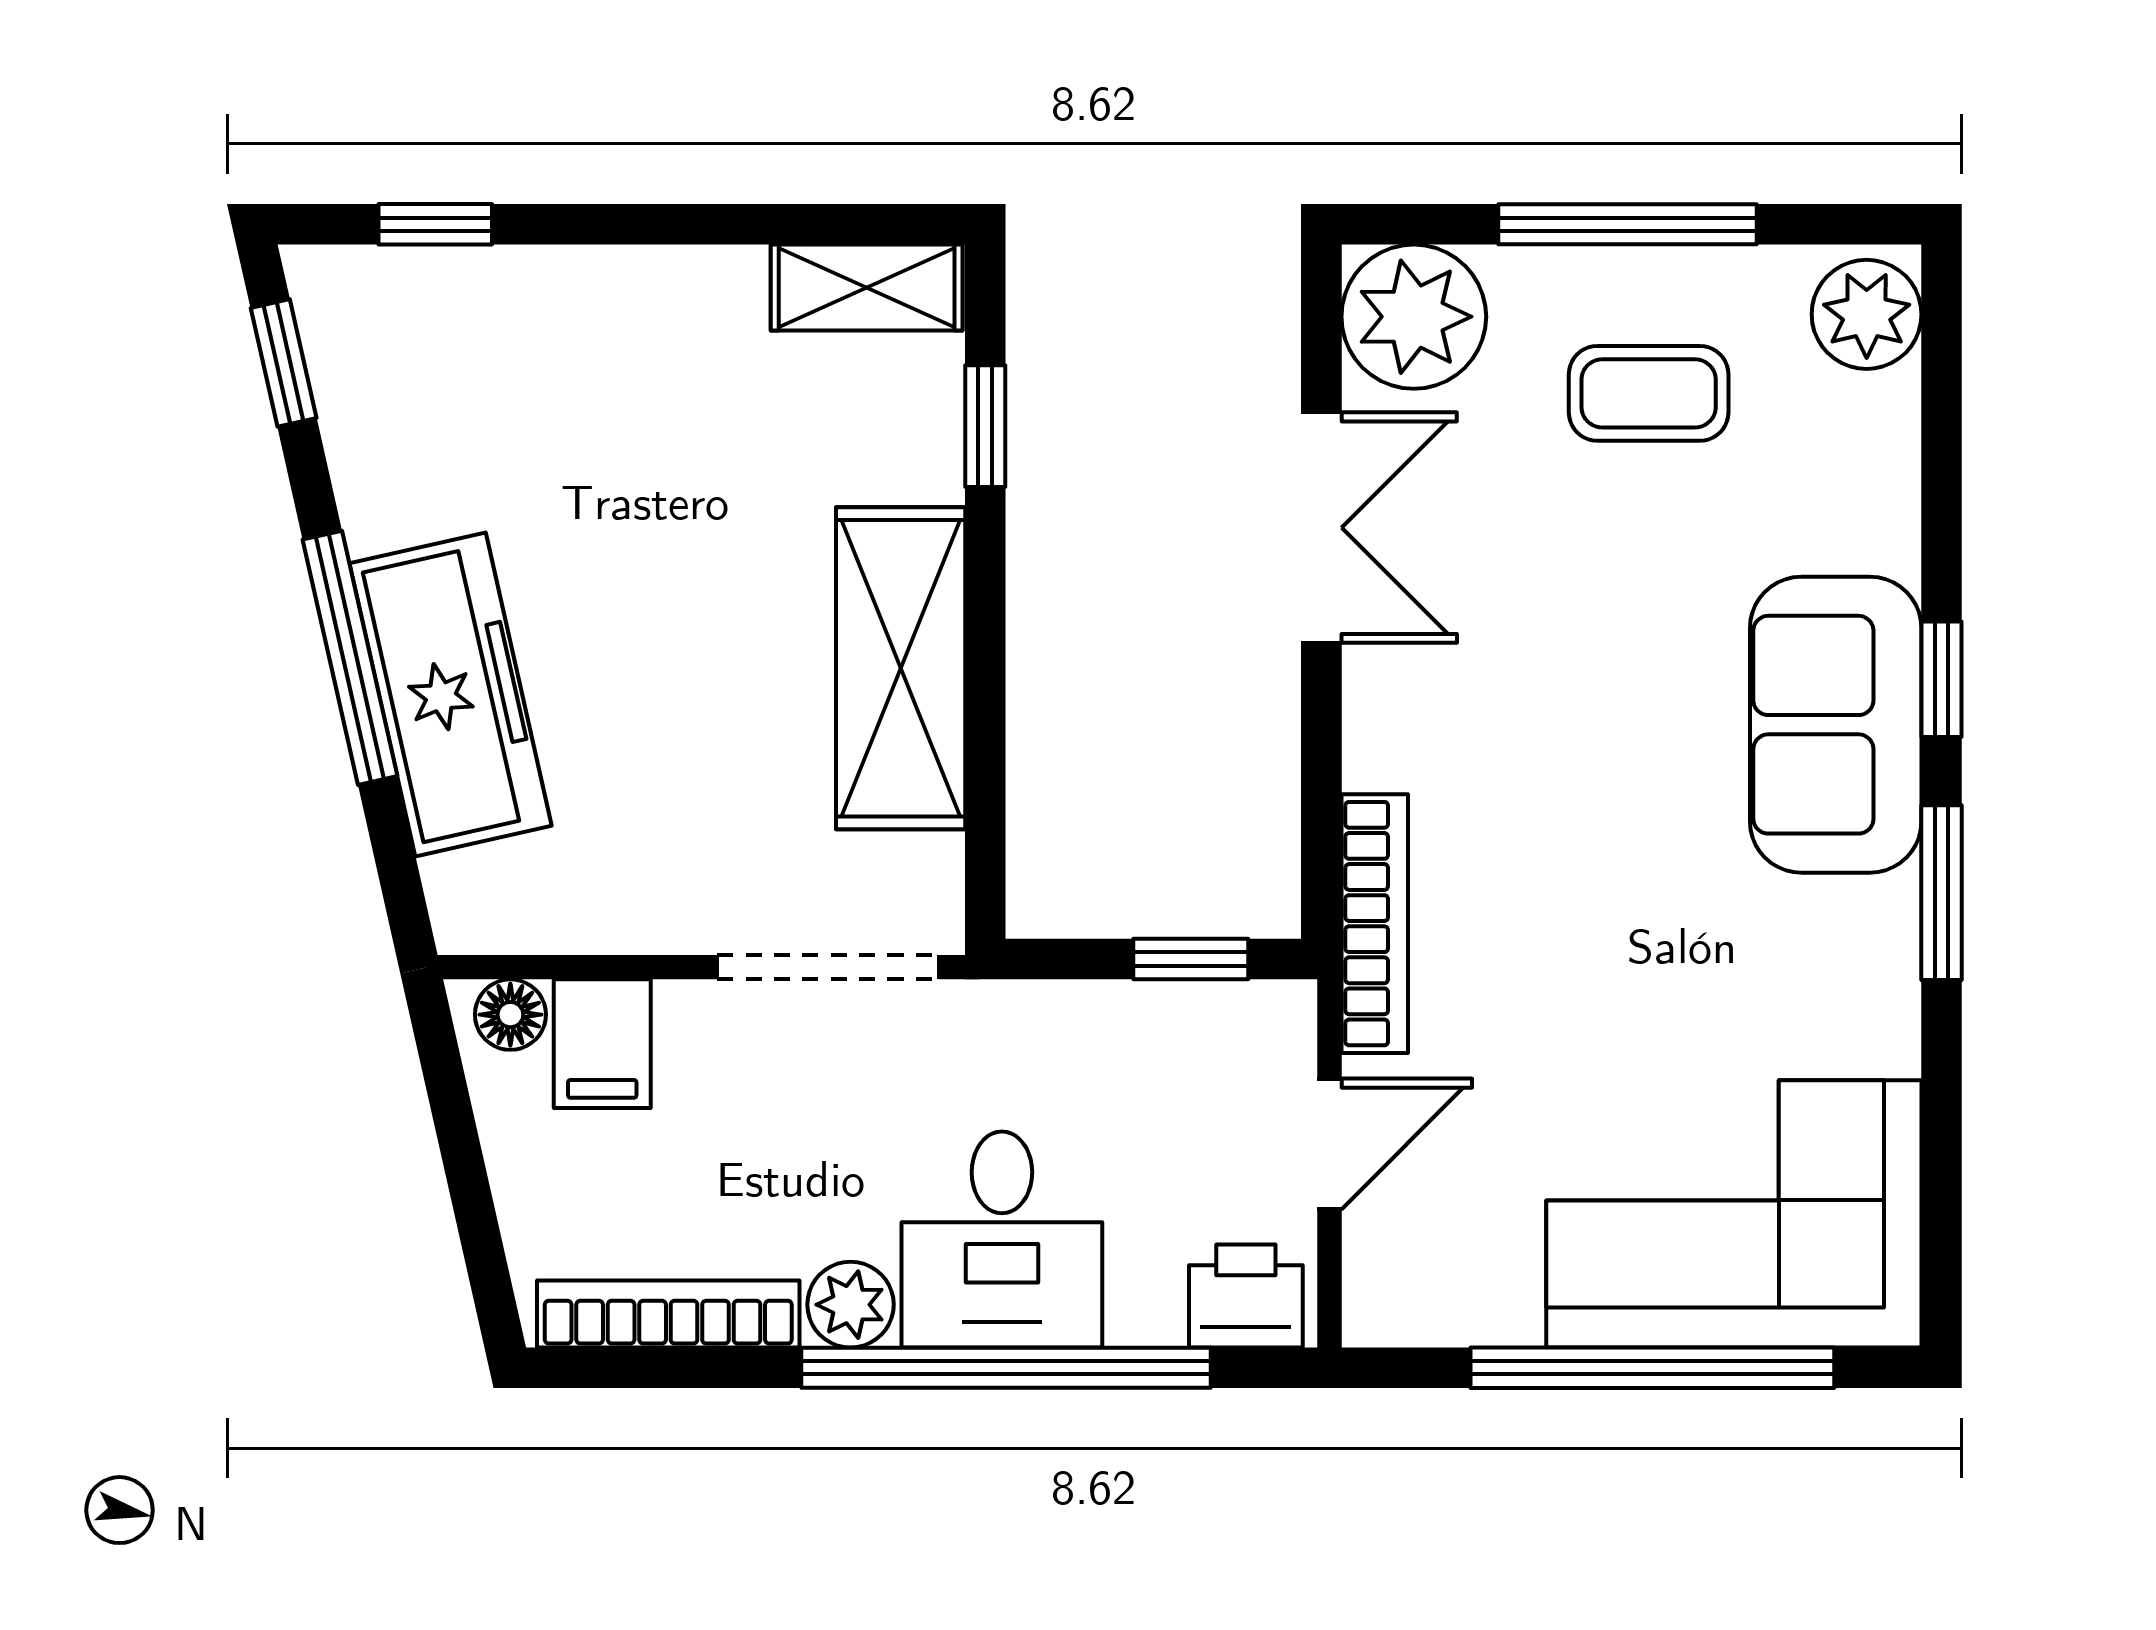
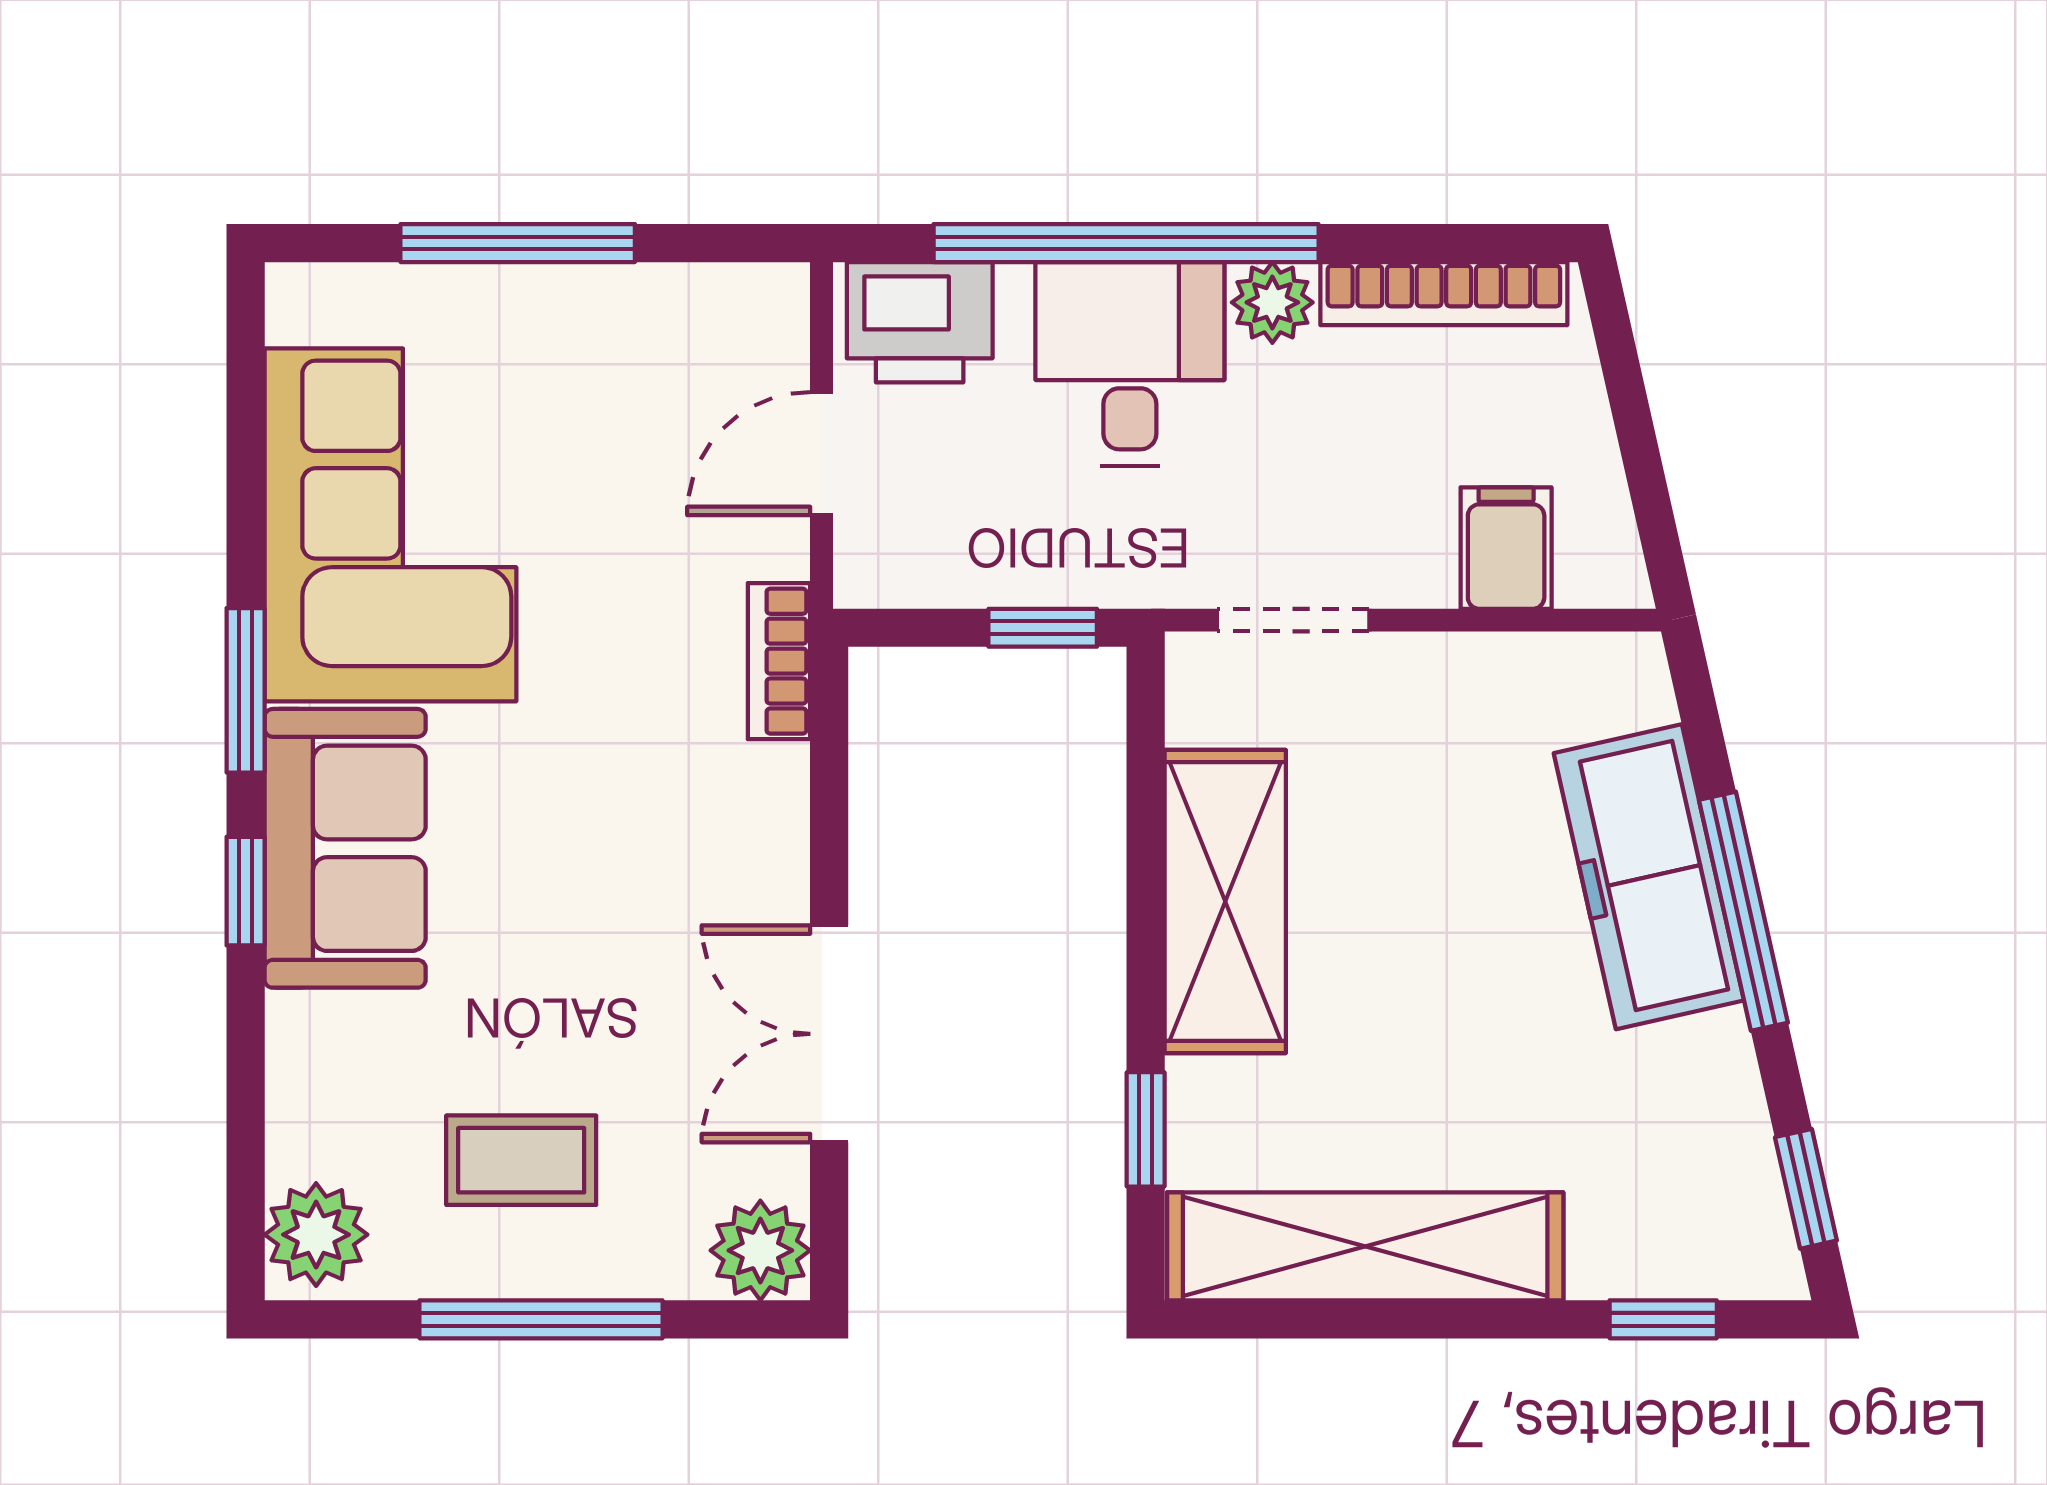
shelving: (867, 287) -> (1365, 1246), width x2.20, depth x1.33
plant: (1414, 317) -> (760, 1250), width x0.73, depth x0.73
bookcase: (1375, 924) -> (779, 661), width x0.64
window: (1191, 959) -> (1043, 628), moved
doorway: (828, 967) -> (1293, 620), width x0.73
floor lamp: (510, 1015) -> (1592, 575), removed
corner sofa: (1734, 1214) -> (390, 525), moved, turned -90
printer: (1246, 1296) -> (920, 322), width x1.36, depth x1.24
window: (1652, 1368) -> (518, 243), width x0.68

